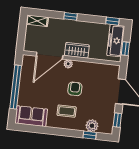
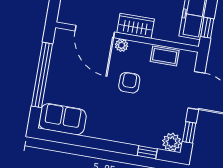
door: (50, 56) -> (95, 31), hinge flipped
coffee table: (67, 111) -> (165, 56), moved
plant: (92, 126) -> (172, 142), moved

